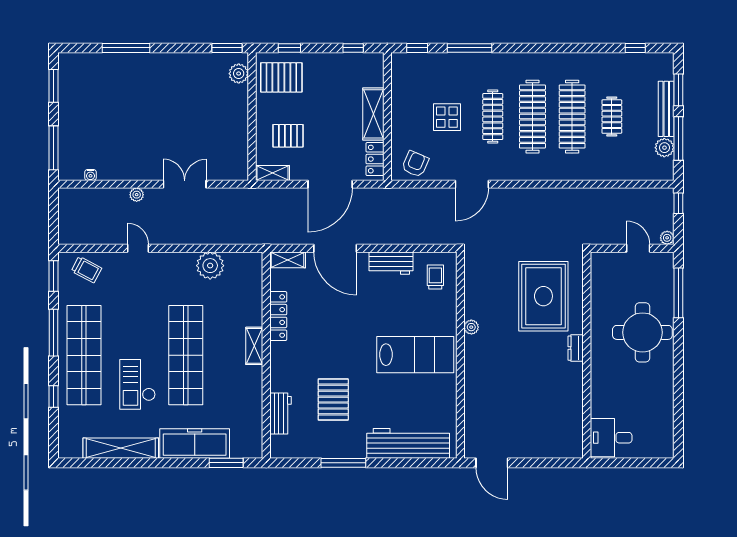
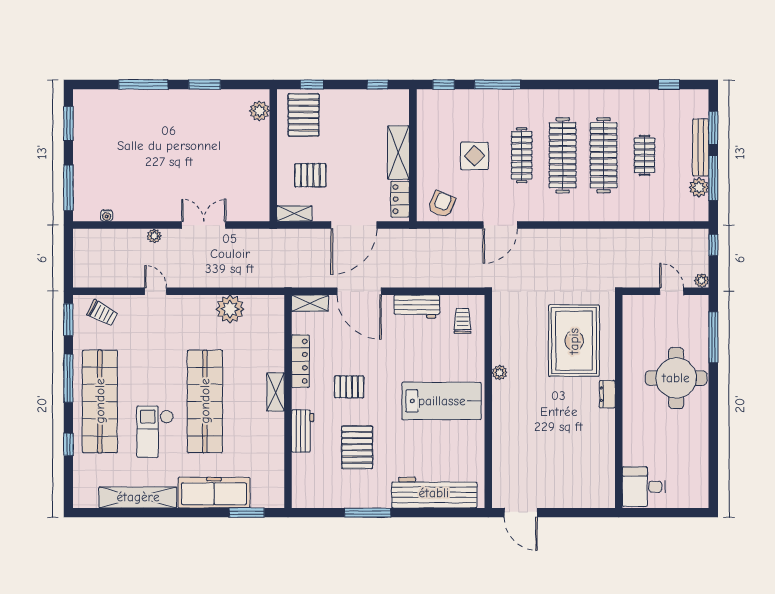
window: (227, 48) -> (205, 85), moved
pallet: (281, 77) -> (304, 115), turned 90
pallet: (326, 341) -> (349, 387), added
workbench: (280, 414) -> (303, 431), moved

